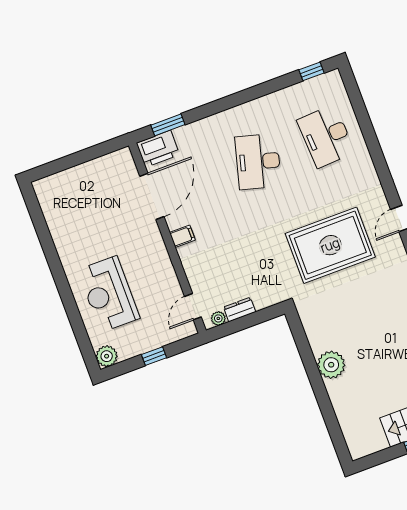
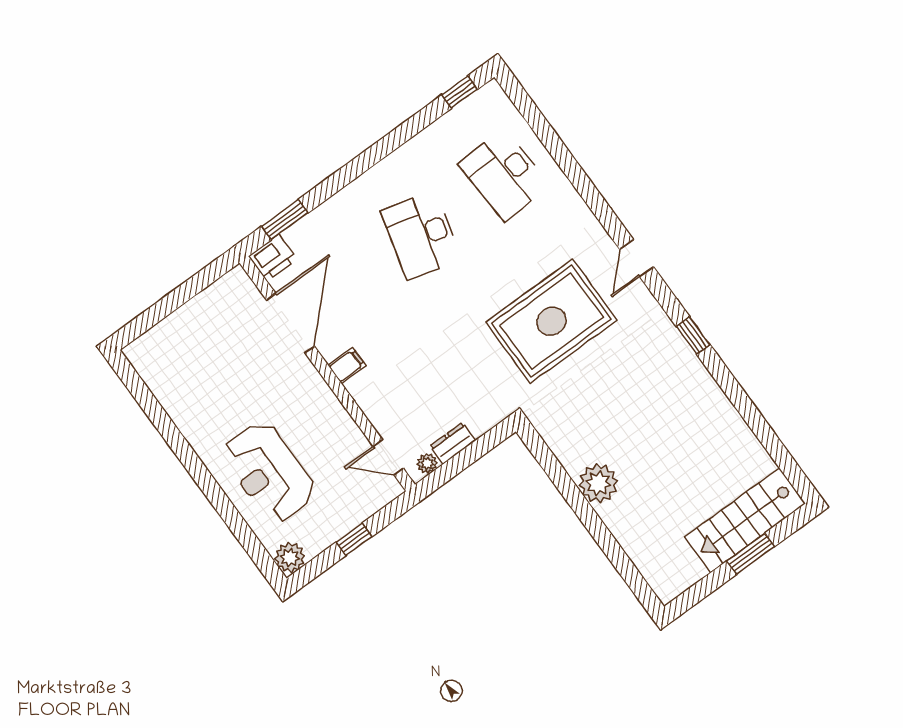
printer: (158, 149) -> (273, 258), width x0.73, depth x0.84
door: (193, 307) -> (388, 457), hinge flipped

